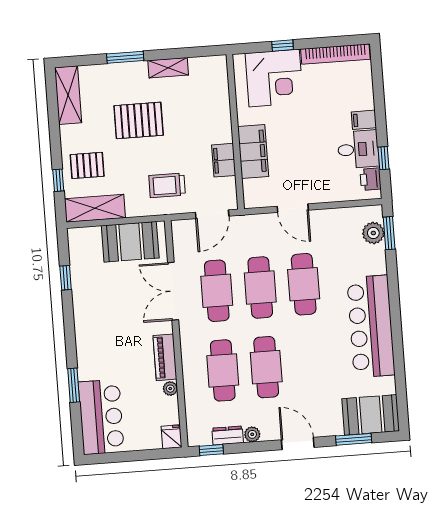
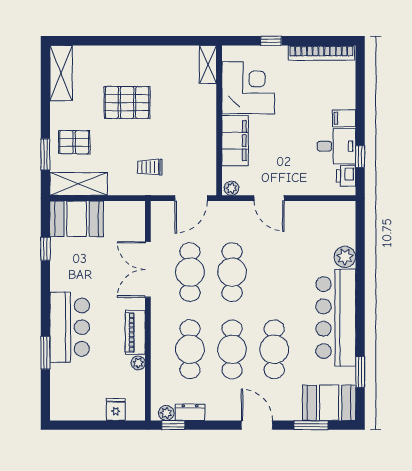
window: (125, 57) -> (119, 41), removed
shelving: (168, 68) -> (208, 64), moved, turned 90
corner desk: (274, 78) -> (248, 88), moved, turned -90
filing cabinet: (224, 160) -> (206, 147), removed
window: (58, 180) -> (45, 154), width x1.50
trolley: (167, 185) -> (150, 167), width x0.73, depth x0.72
plant: (253, 201) -> (232, 188), added
plant: (373, 233) -> (345, 257), moved
window: (389, 233) -> (360, 372), moved
booth: (130, 242) -> (77, 219), moved
cafe table: (304, 284) -> (274, 349), moved
bar counter: (101, 417) -> (70, 327), moved
plant: (252, 434) -> (166, 413), moved
fridge: (172, 437) -> (116, 409), moved

